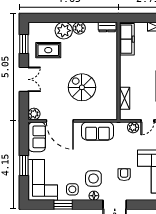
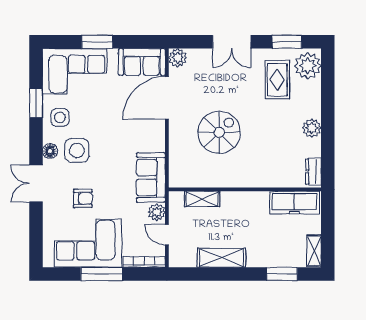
plant: (64, 31) -> (308, 66), moved
sofa: (98, 131) -> (151, 177), moved

